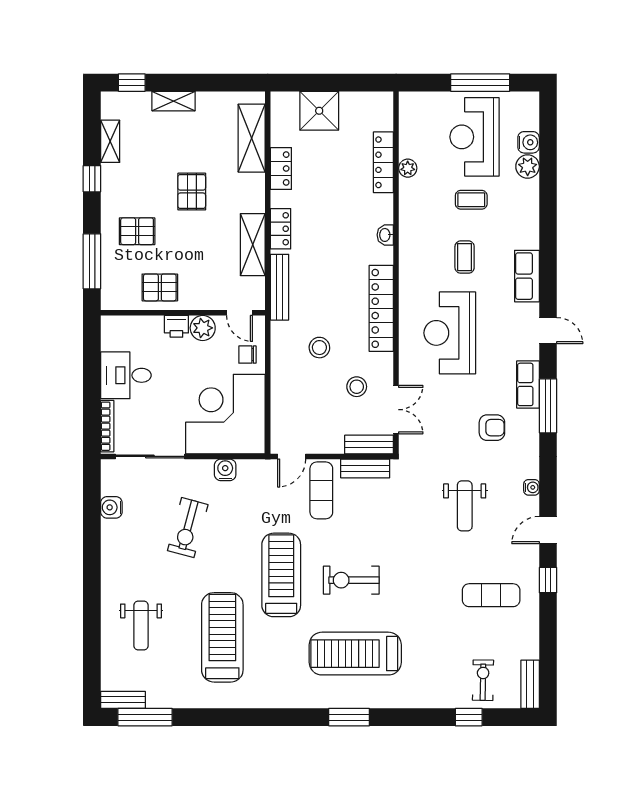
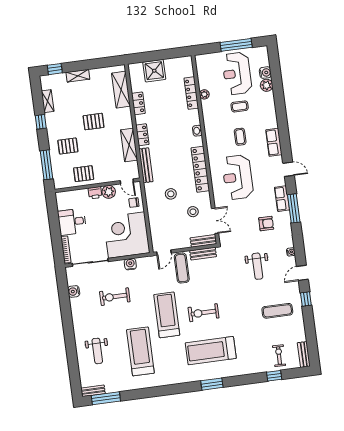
pallet: (192, 192) -> (94, 122), turned 90
exercise bike: (188, 528) -> (115, 297), turned 75

